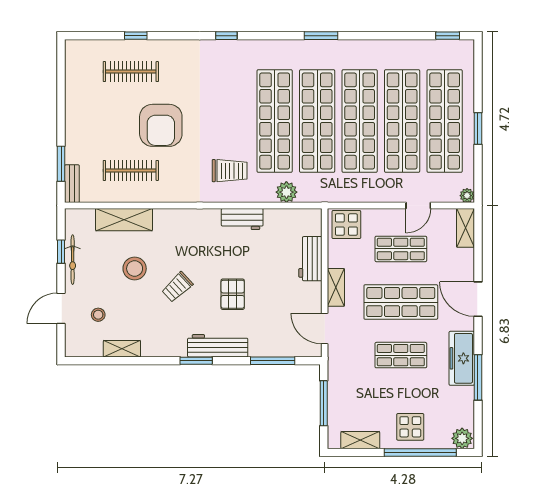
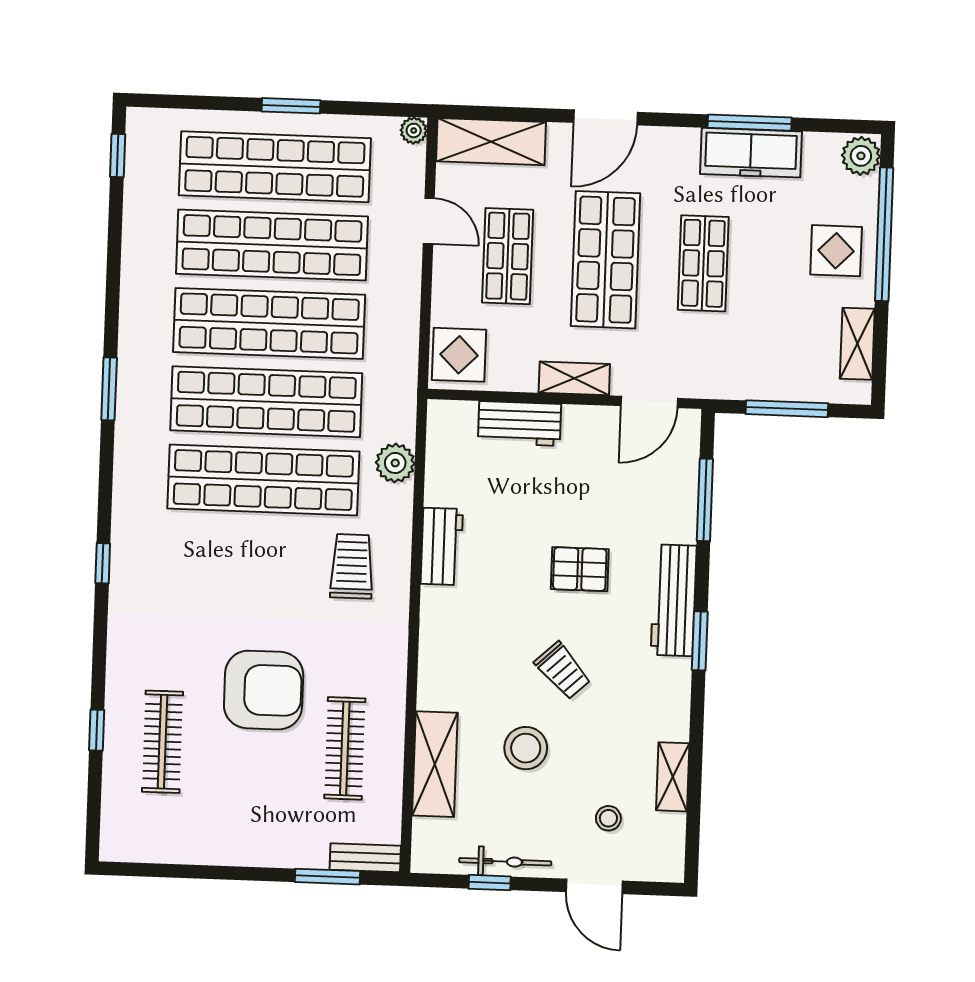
shelving: (465, 228) -> (491, 142), width x1.50, depth x1.33
freezer: (462, 358) -> (751, 153), moved

